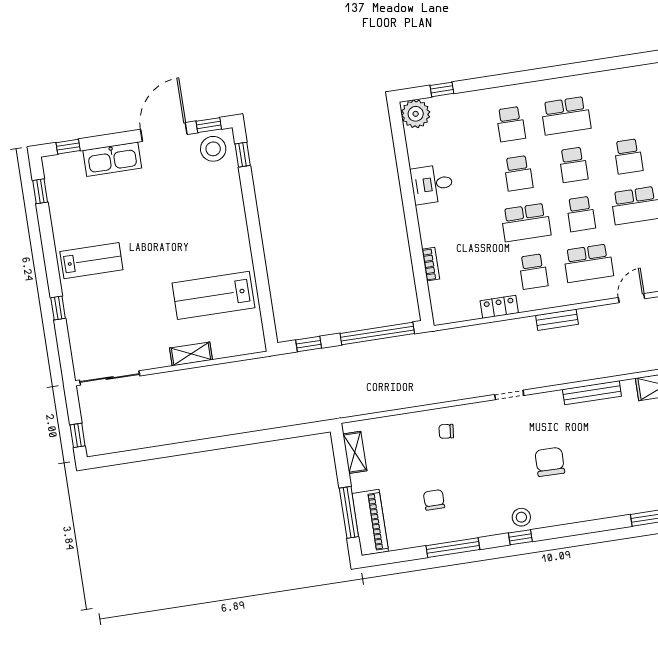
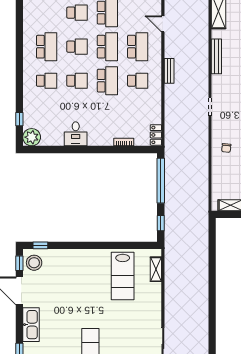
school desk: (581, 214) -> (107, 47), width x1.85
locker: (499, 307) -> (156, 135), moved
shelving: (191, 354) -> (156, 269), moved

